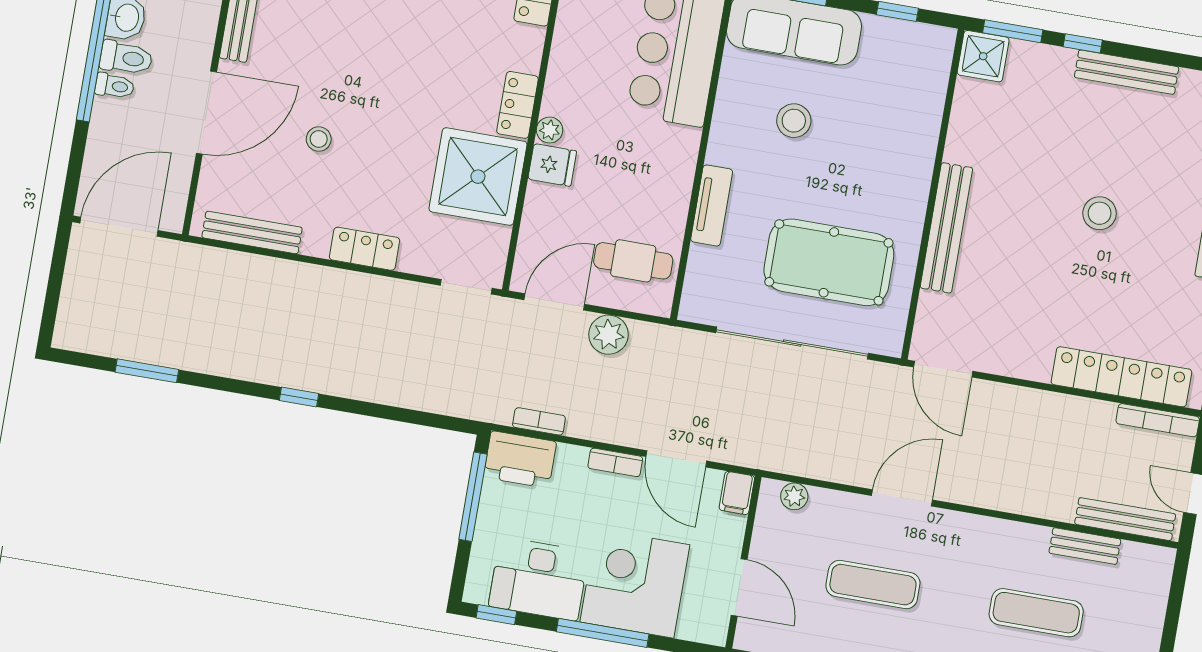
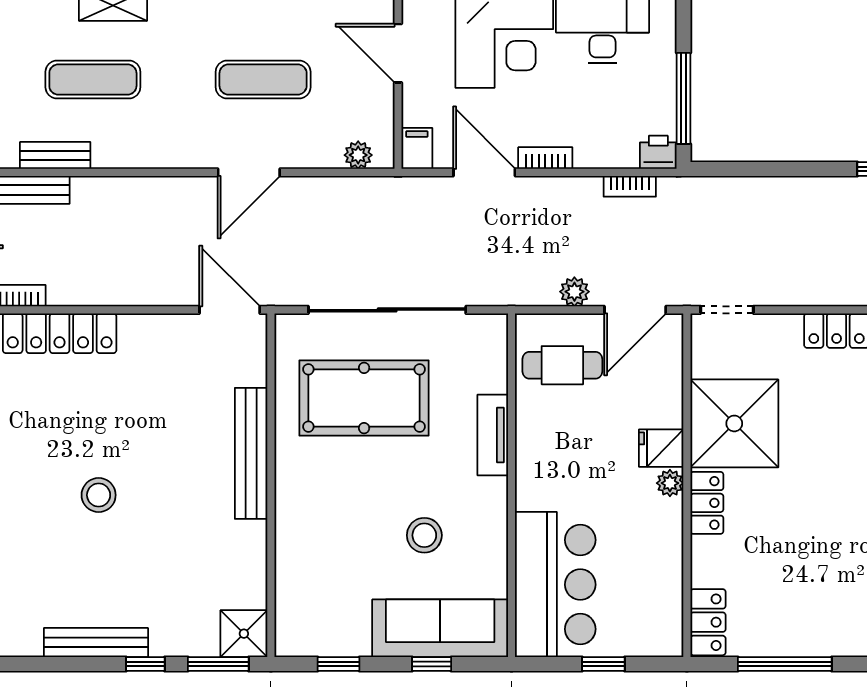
plant: (609, 335) -> (574, 292), width x0.73, depth x0.73
printer: (520, 460) -> (658, 152), width x0.53, depth x0.68

